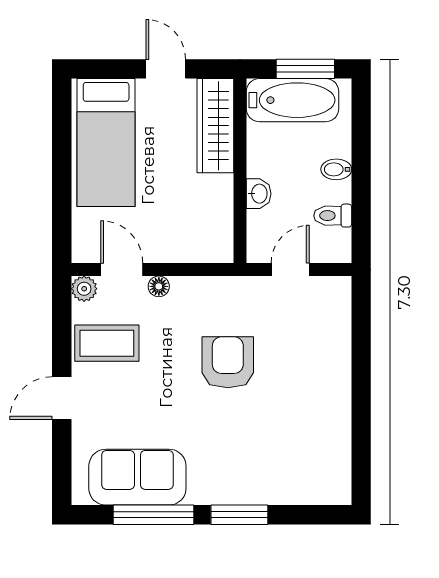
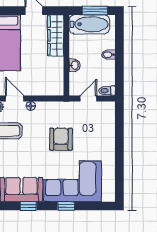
toilet: (333, 216) -> (107, 91), moved
corner sofa: (254, 458) -> (73, 181), added
window: (153, 515) -> (28, 206), width x0.46
window: (239, 515) -> (66, 206), width x0.67

